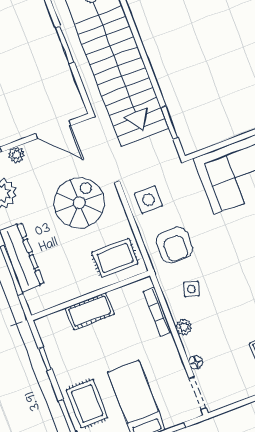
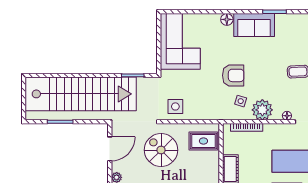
armchair: (174, 245) -> (233, 75), moved
rug: (115, 258) -> (203, 141), turned 90
plant: (184, 327) -> (262, 110), width x1.88, depth x1.88

